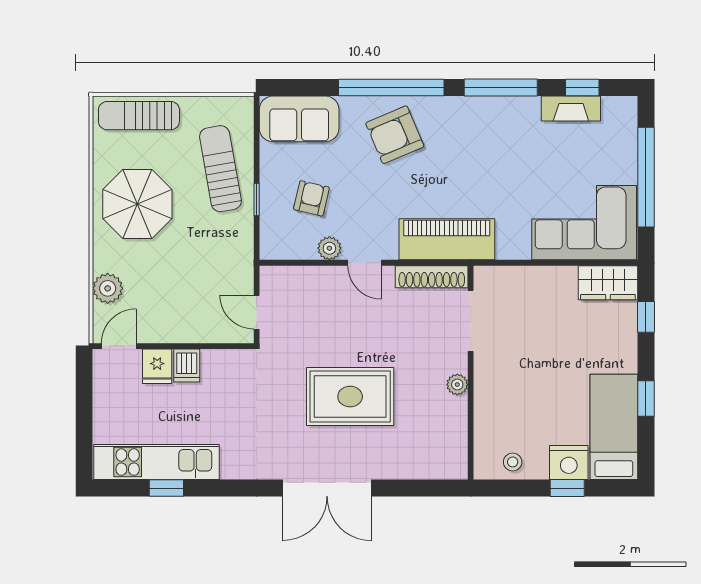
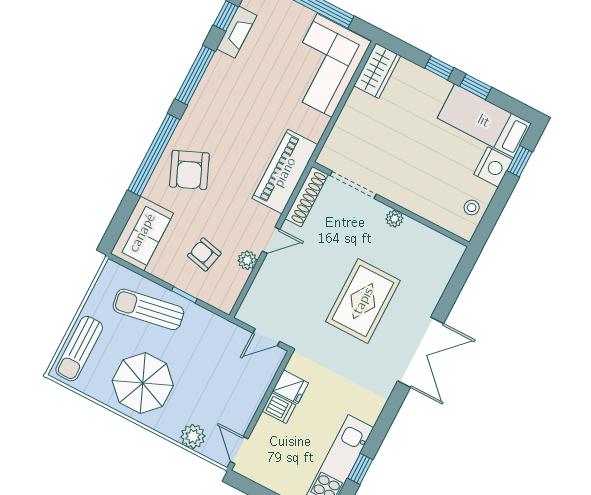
window: (646, 317) -> (439, 68), moved
fridge: (157, 366) -> (291, 387), moved
window: (567, 488) -> (520, 161), moved

